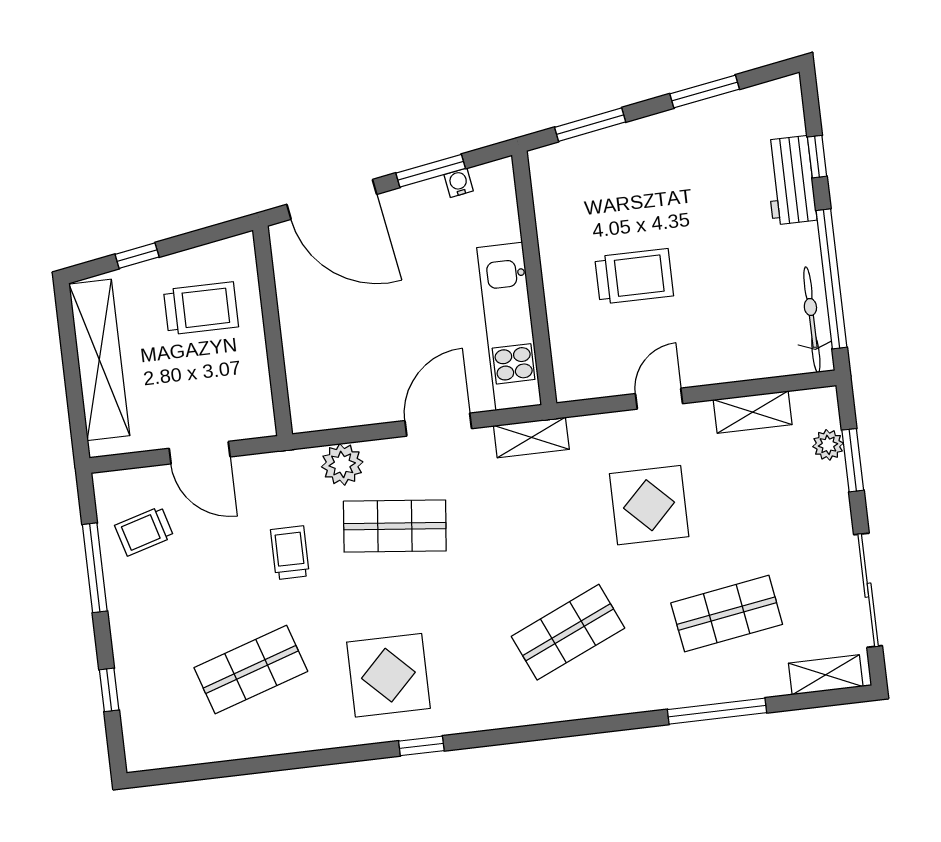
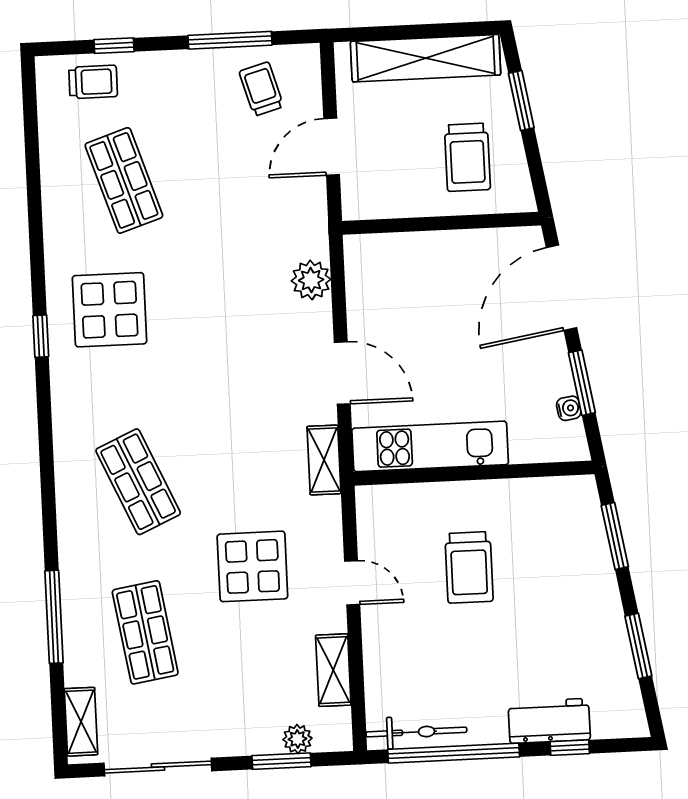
window: (137, 256) -> (521, 101), width x1.50
shop shelf: (395, 526) -> (249, 326), removed
trolley: (290, 553) -> (93, 82), moved

